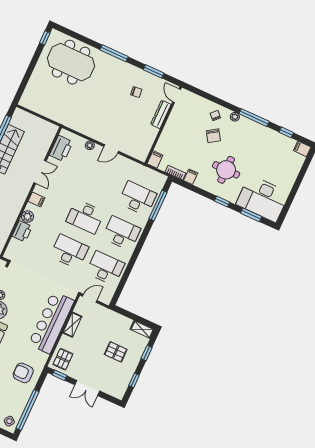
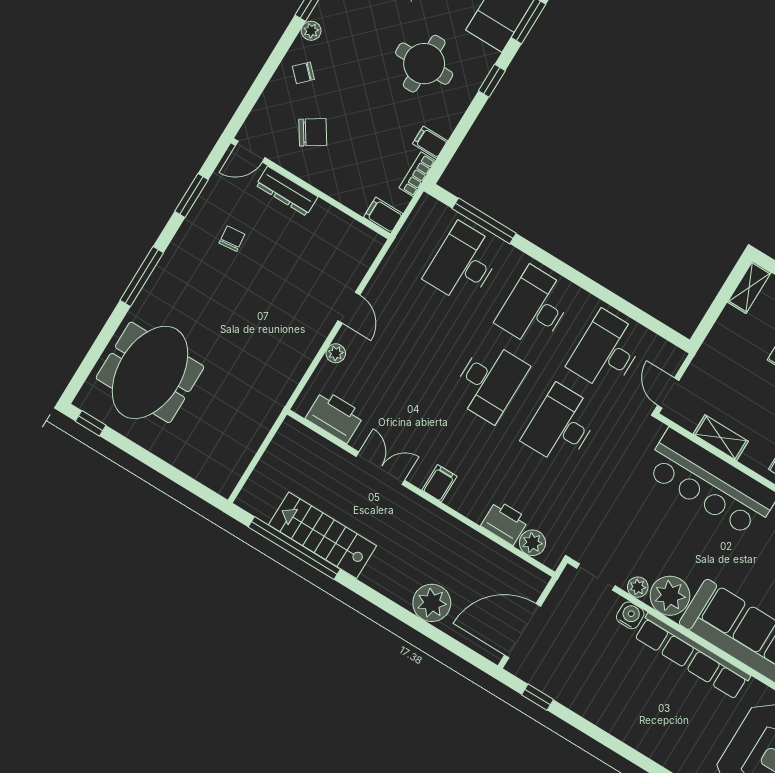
chair: (213, 136) -> (313, 132), moved
plant: (27, 217) -> (532, 543), moved

